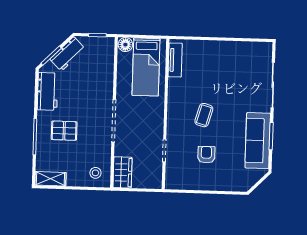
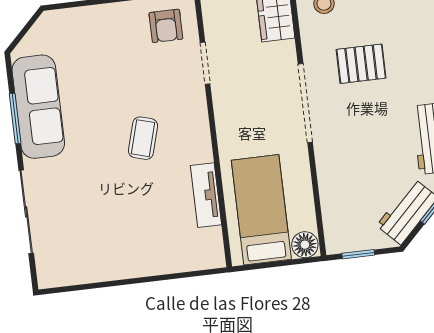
tv unit: (175, 60) -> (206, 195), moved
pallet: (64, 131) -> (361, 64), moved
armchair: (206, 155) -> (166, 26), moved

